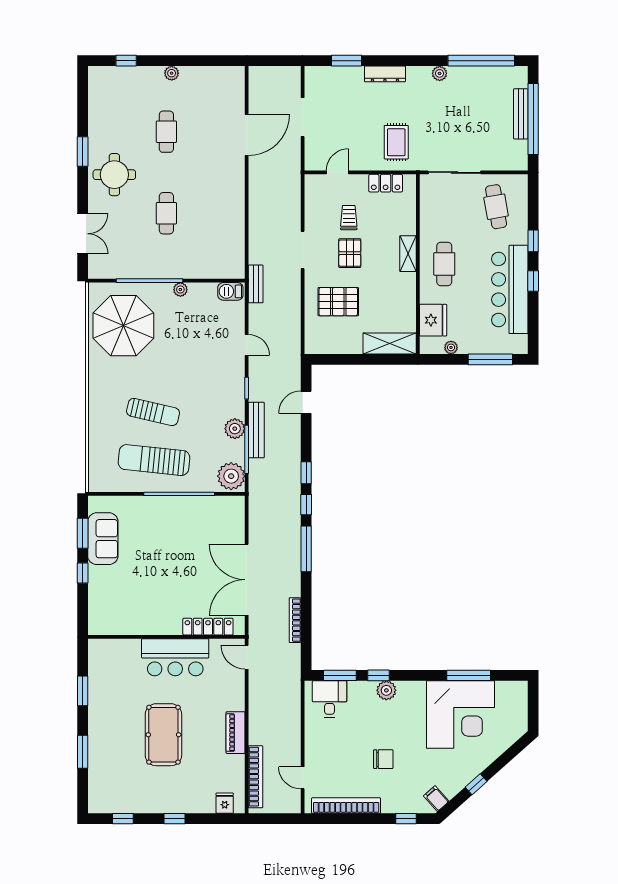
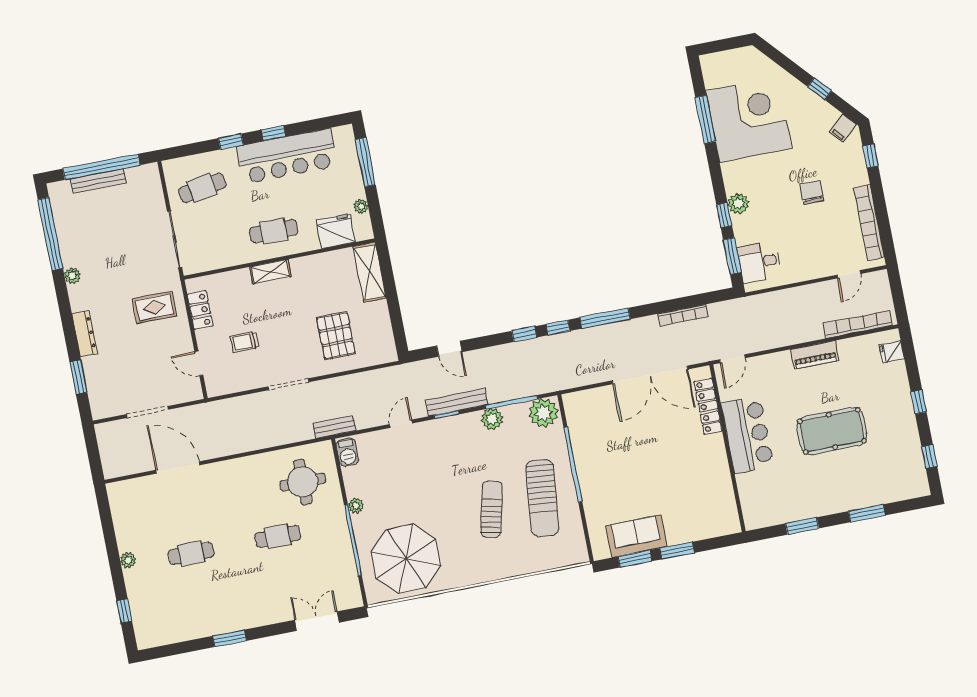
round table: (114, 175) -> (303, 482), moved
pallet: (350, 253) -> (282, 333), removed
bench: (256, 430) -> (457, 402), moved
window: (83, 573) -> (677, 551), width x1.50

